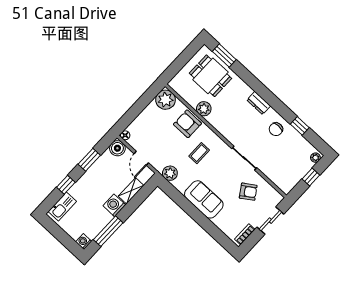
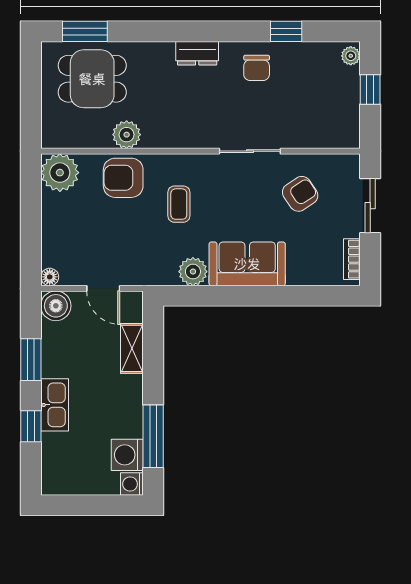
plant: (170, 173) -> (193, 272), moved
washing machine: (114, 205) -> (127, 455), moved
kitchen sink: (62, 206) -> (55, 405), moved

